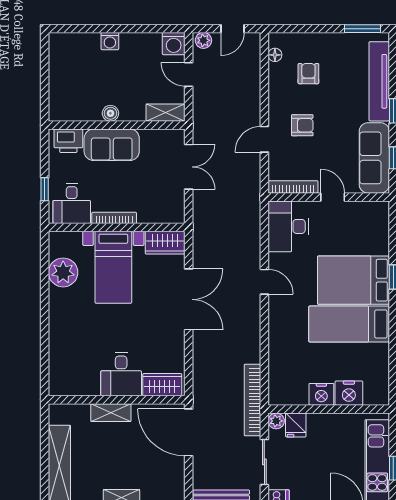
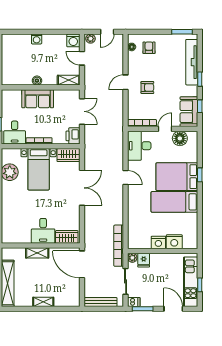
armchair: (308, 74) -> (149, 48), moved
door: (264, 139) -> (126, 82), moved
printer: (68, 141) -> (73, 136), moved, turned 90
sofa: (374, 158) -> (189, 112), width x0.73
door: (333, 197) -> (165, 129), hinge flipped
floor lamp: (359, 214) -> (180, 138), added

